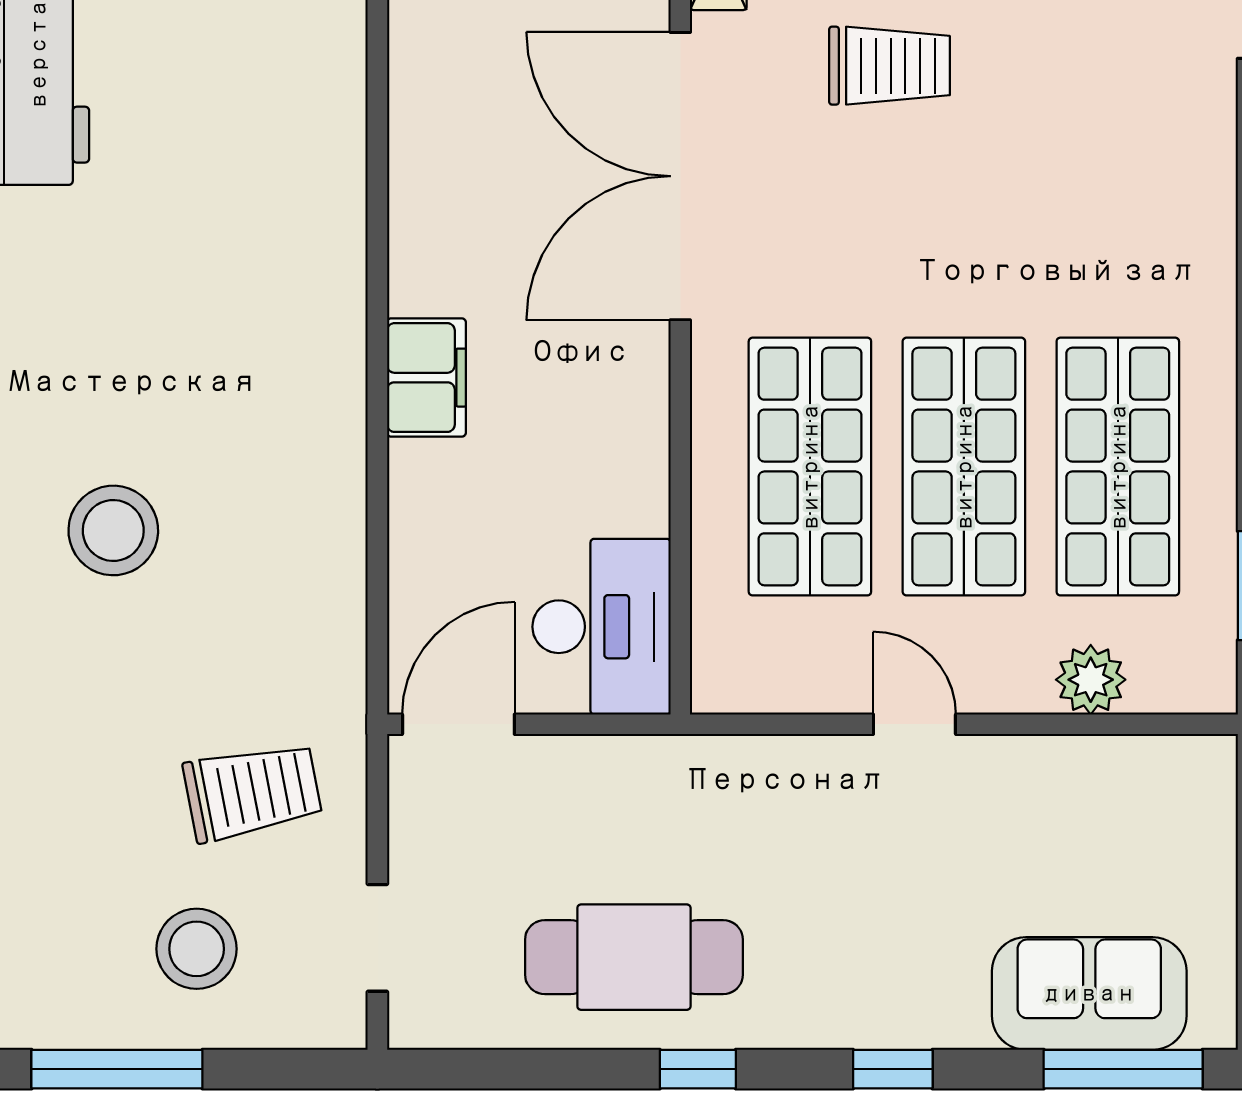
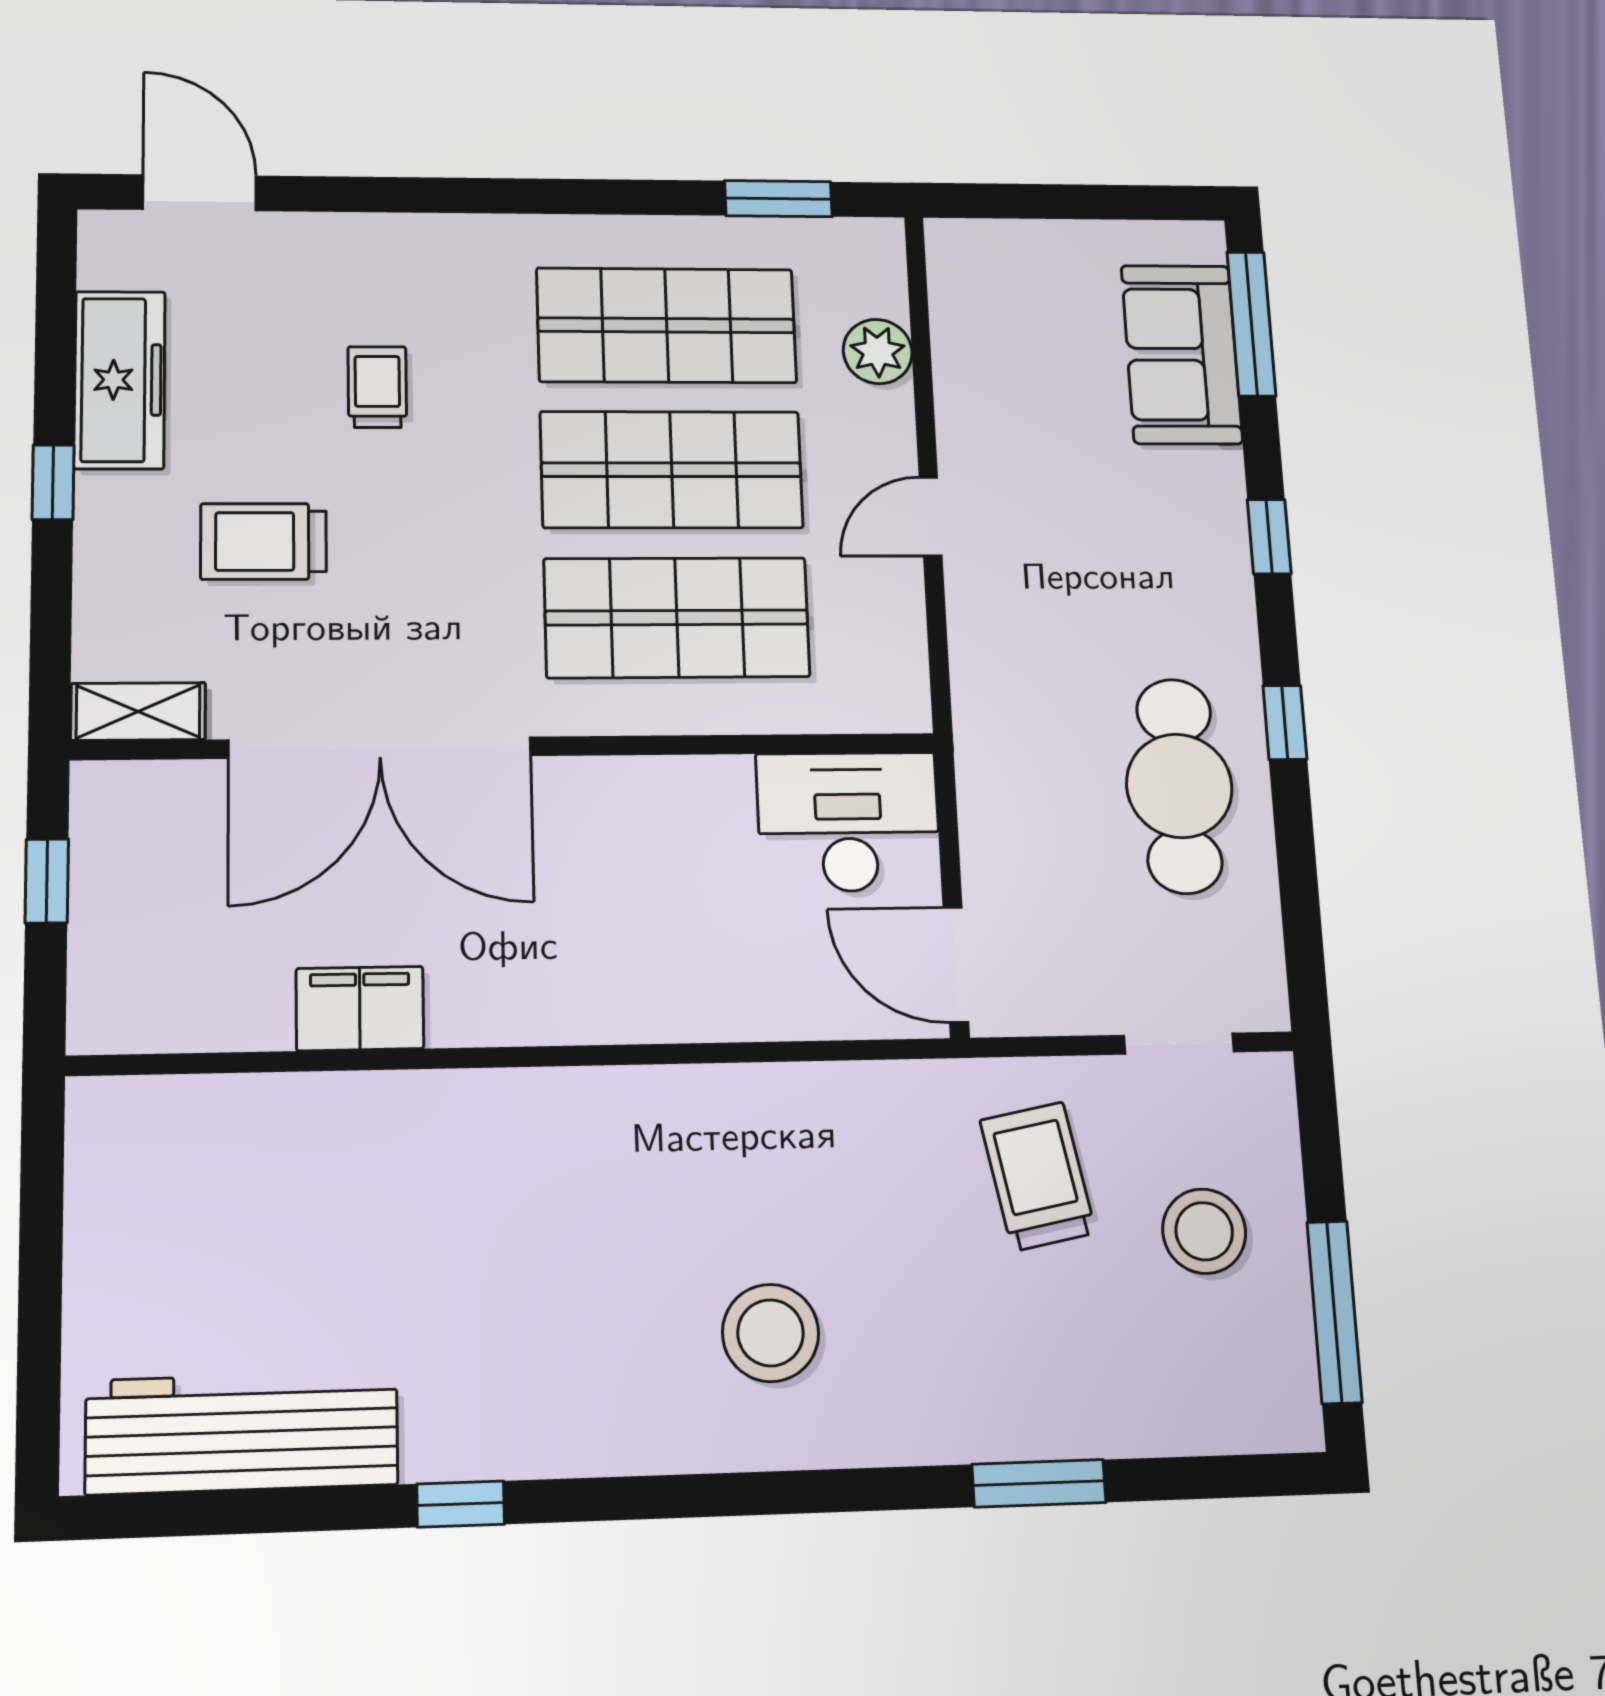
trolley: (889, 66) -> (263, 541), turned -90
trolley: (1050, 177) -> (377, 387), added
filing cabinet: (426, 378) -> (360, 1008), moved

